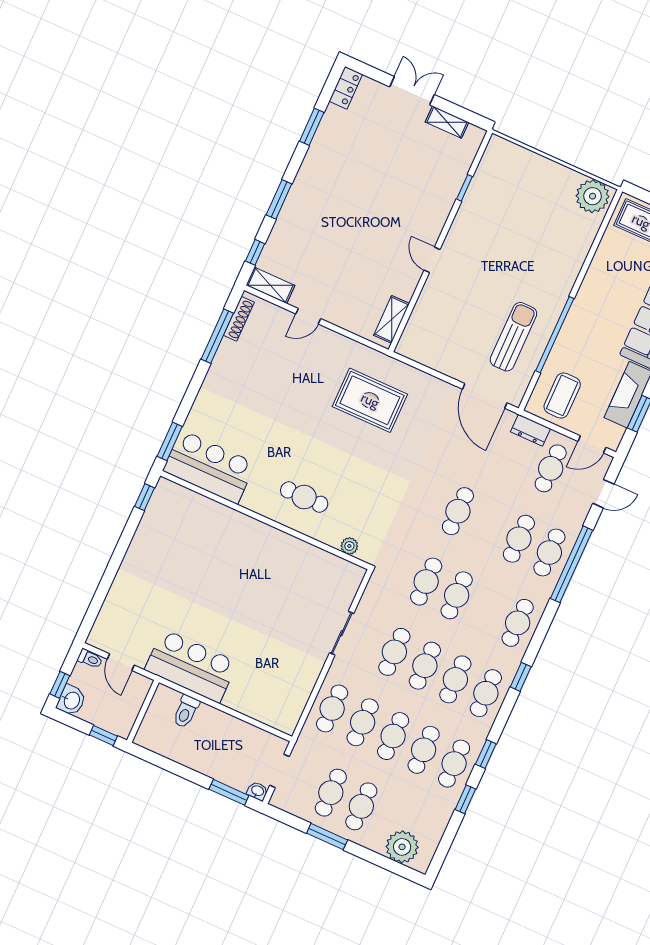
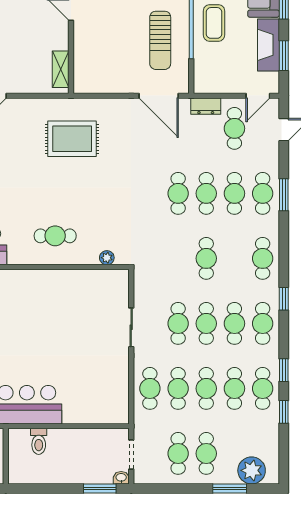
sun lounger: (513, 337) -> (160, 40), turned 180
coffee table: (562, 395) -> (214, 23), moved
window: (571, 564) -> (284, 195), width x0.47
cafe table: (426, 582) -> (206, 193), moved
window: (327, 837) -> (230, 489), moved

